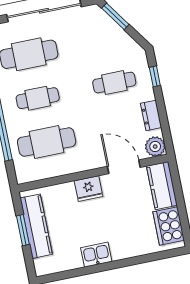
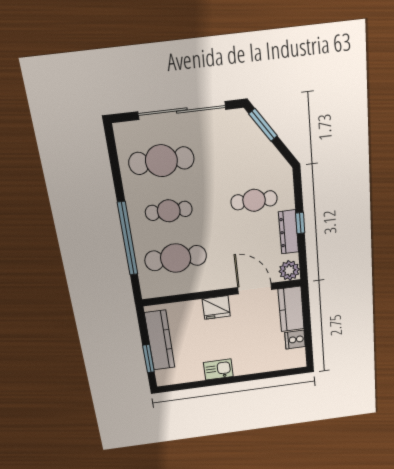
window: (155, 76) -> (300, 223), moved
dresser: (151, 115) -> (289, 232), width x1.44
cooker: (169, 226) -> (295, 340), width x0.53, depth x0.76
window: (23, 230) -> (148, 359), moved

